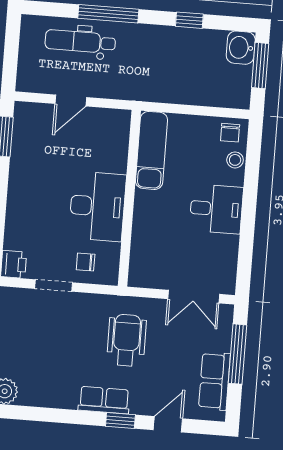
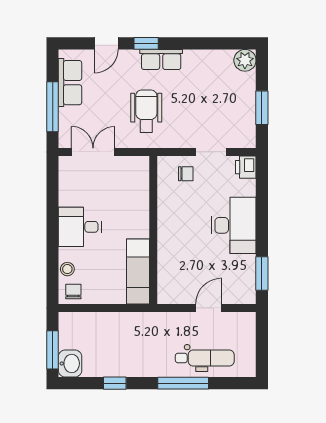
desk: (97, 206) -> (234, 225), moved, turned 180
wheelchair: (127, 340) -> (146, 111), turned 180

